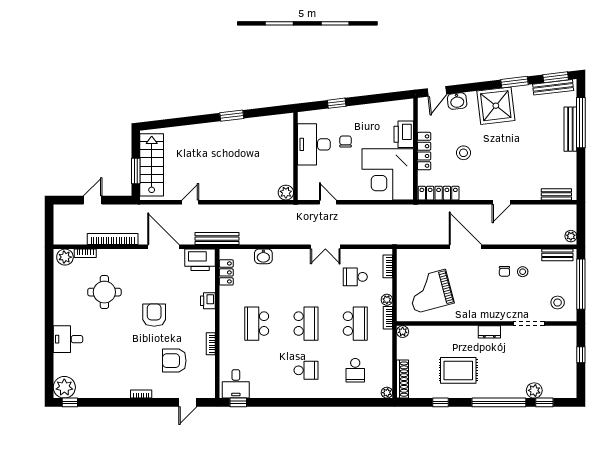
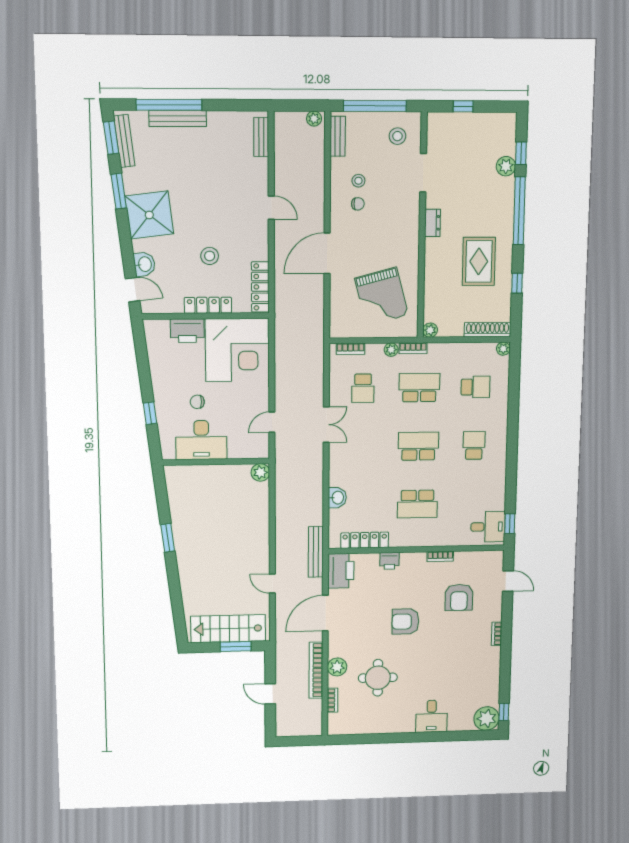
plant: (65, 257) -> (337, 667), moved
locker: (226, 272) -> (365, 540), width x1.53

